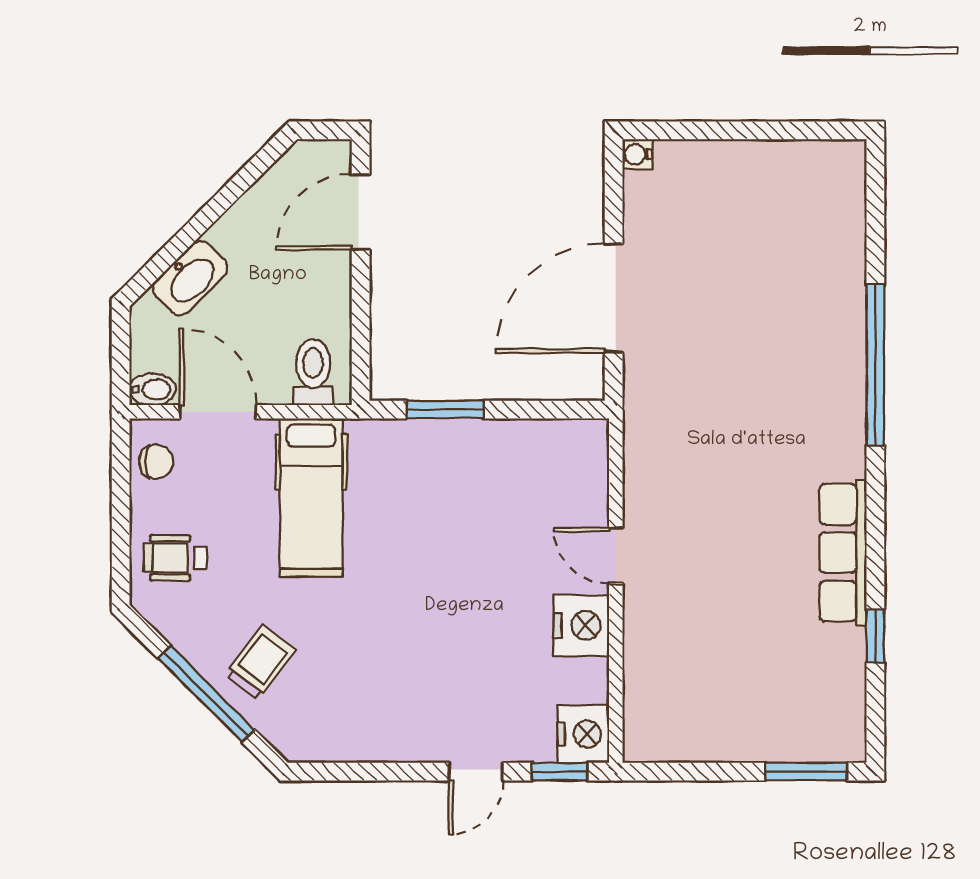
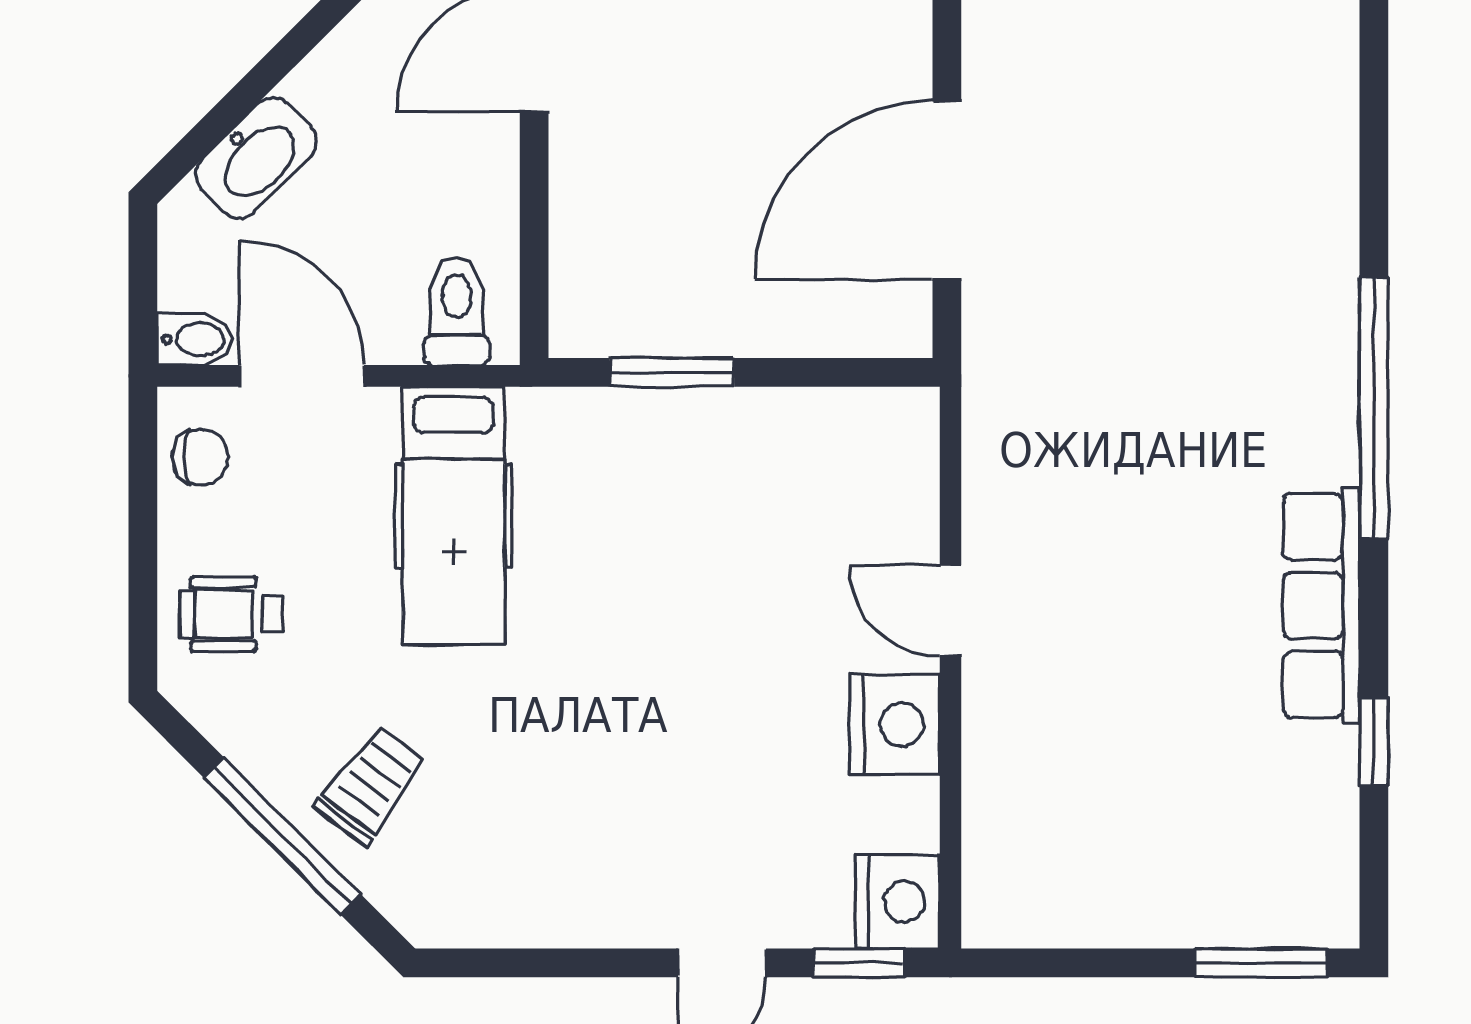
window: (875, 365) -> (1374, 408), moved

